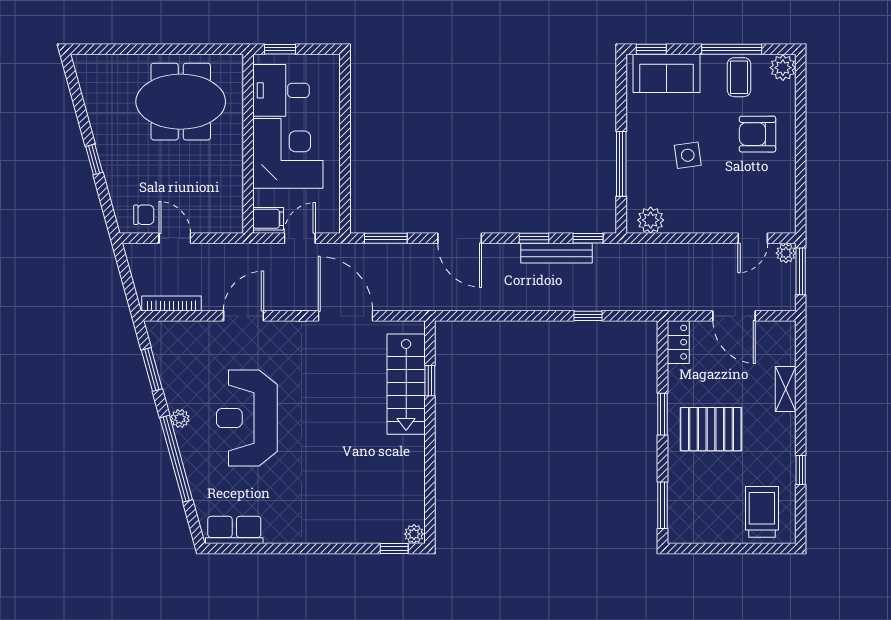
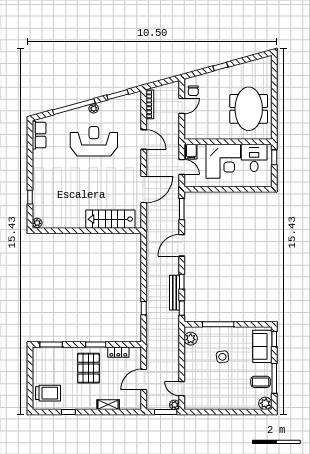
armchair: (757, 134) -> (233, 391), removed
locker: (678, 342) -> (118, 352), moved
window: (430, 381) -> (112, 231), removed
window: (394, 549) -> (30, 197), moved

